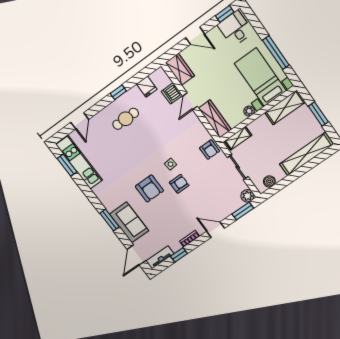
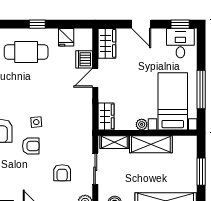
shelving: (285, 107) -> (151, 144), moved
cafe table: (126, 119) -> (26, 52), width x1.37, depth x1.35
wardrobe: (215, 119) -> (106, 116), width x0.67
armchair: (210, 150) -> (62, 173), moved

